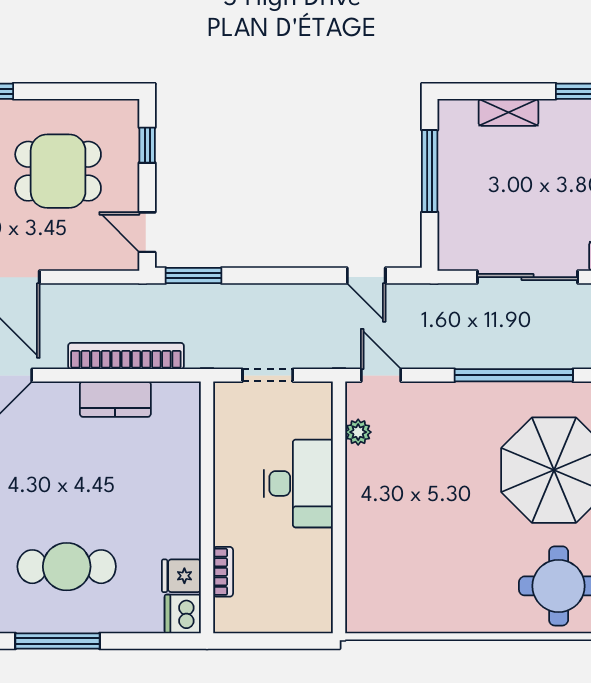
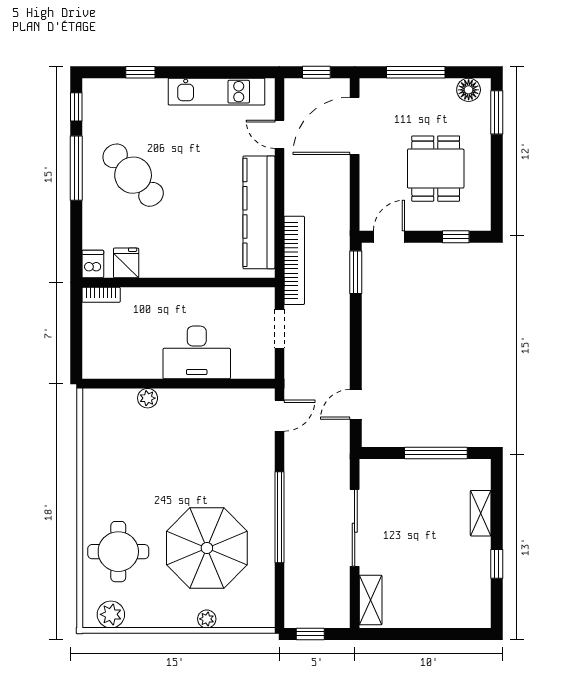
bookcase: (126, 356) -> (294, 260), moved
kitchen counter: (115, 399) -> (259, 212), width x2.08, depth x1.17
plant: (358, 432) -> (148, 398), moved
cafe table: (67, 567) -> (133, 175), turned -43
bookcase: (223, 572) -> (101, 295), moved
dishwasher: (183, 614) -> (93, 264), width x0.73

